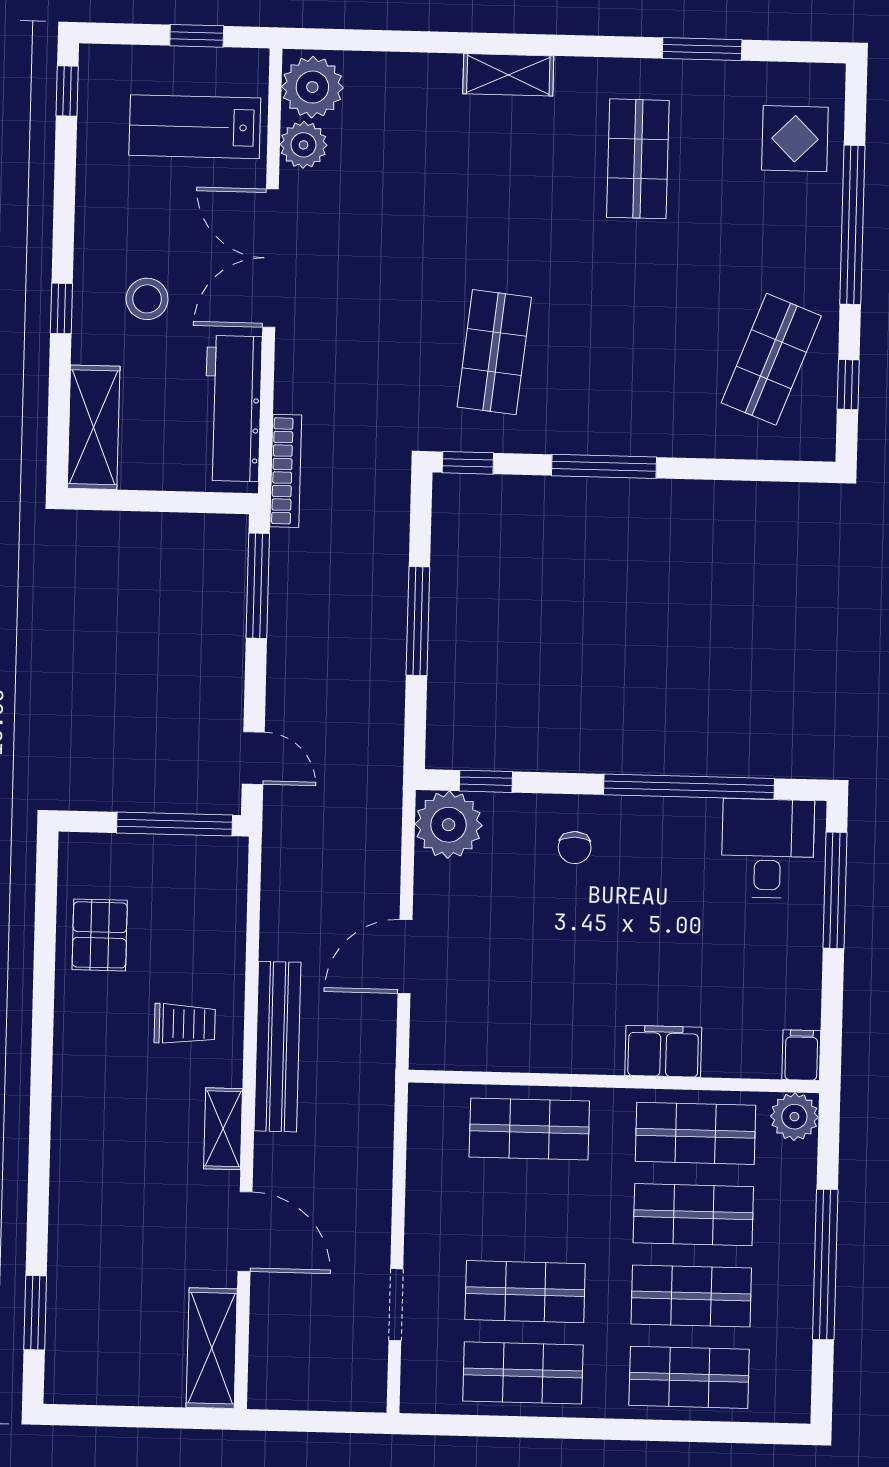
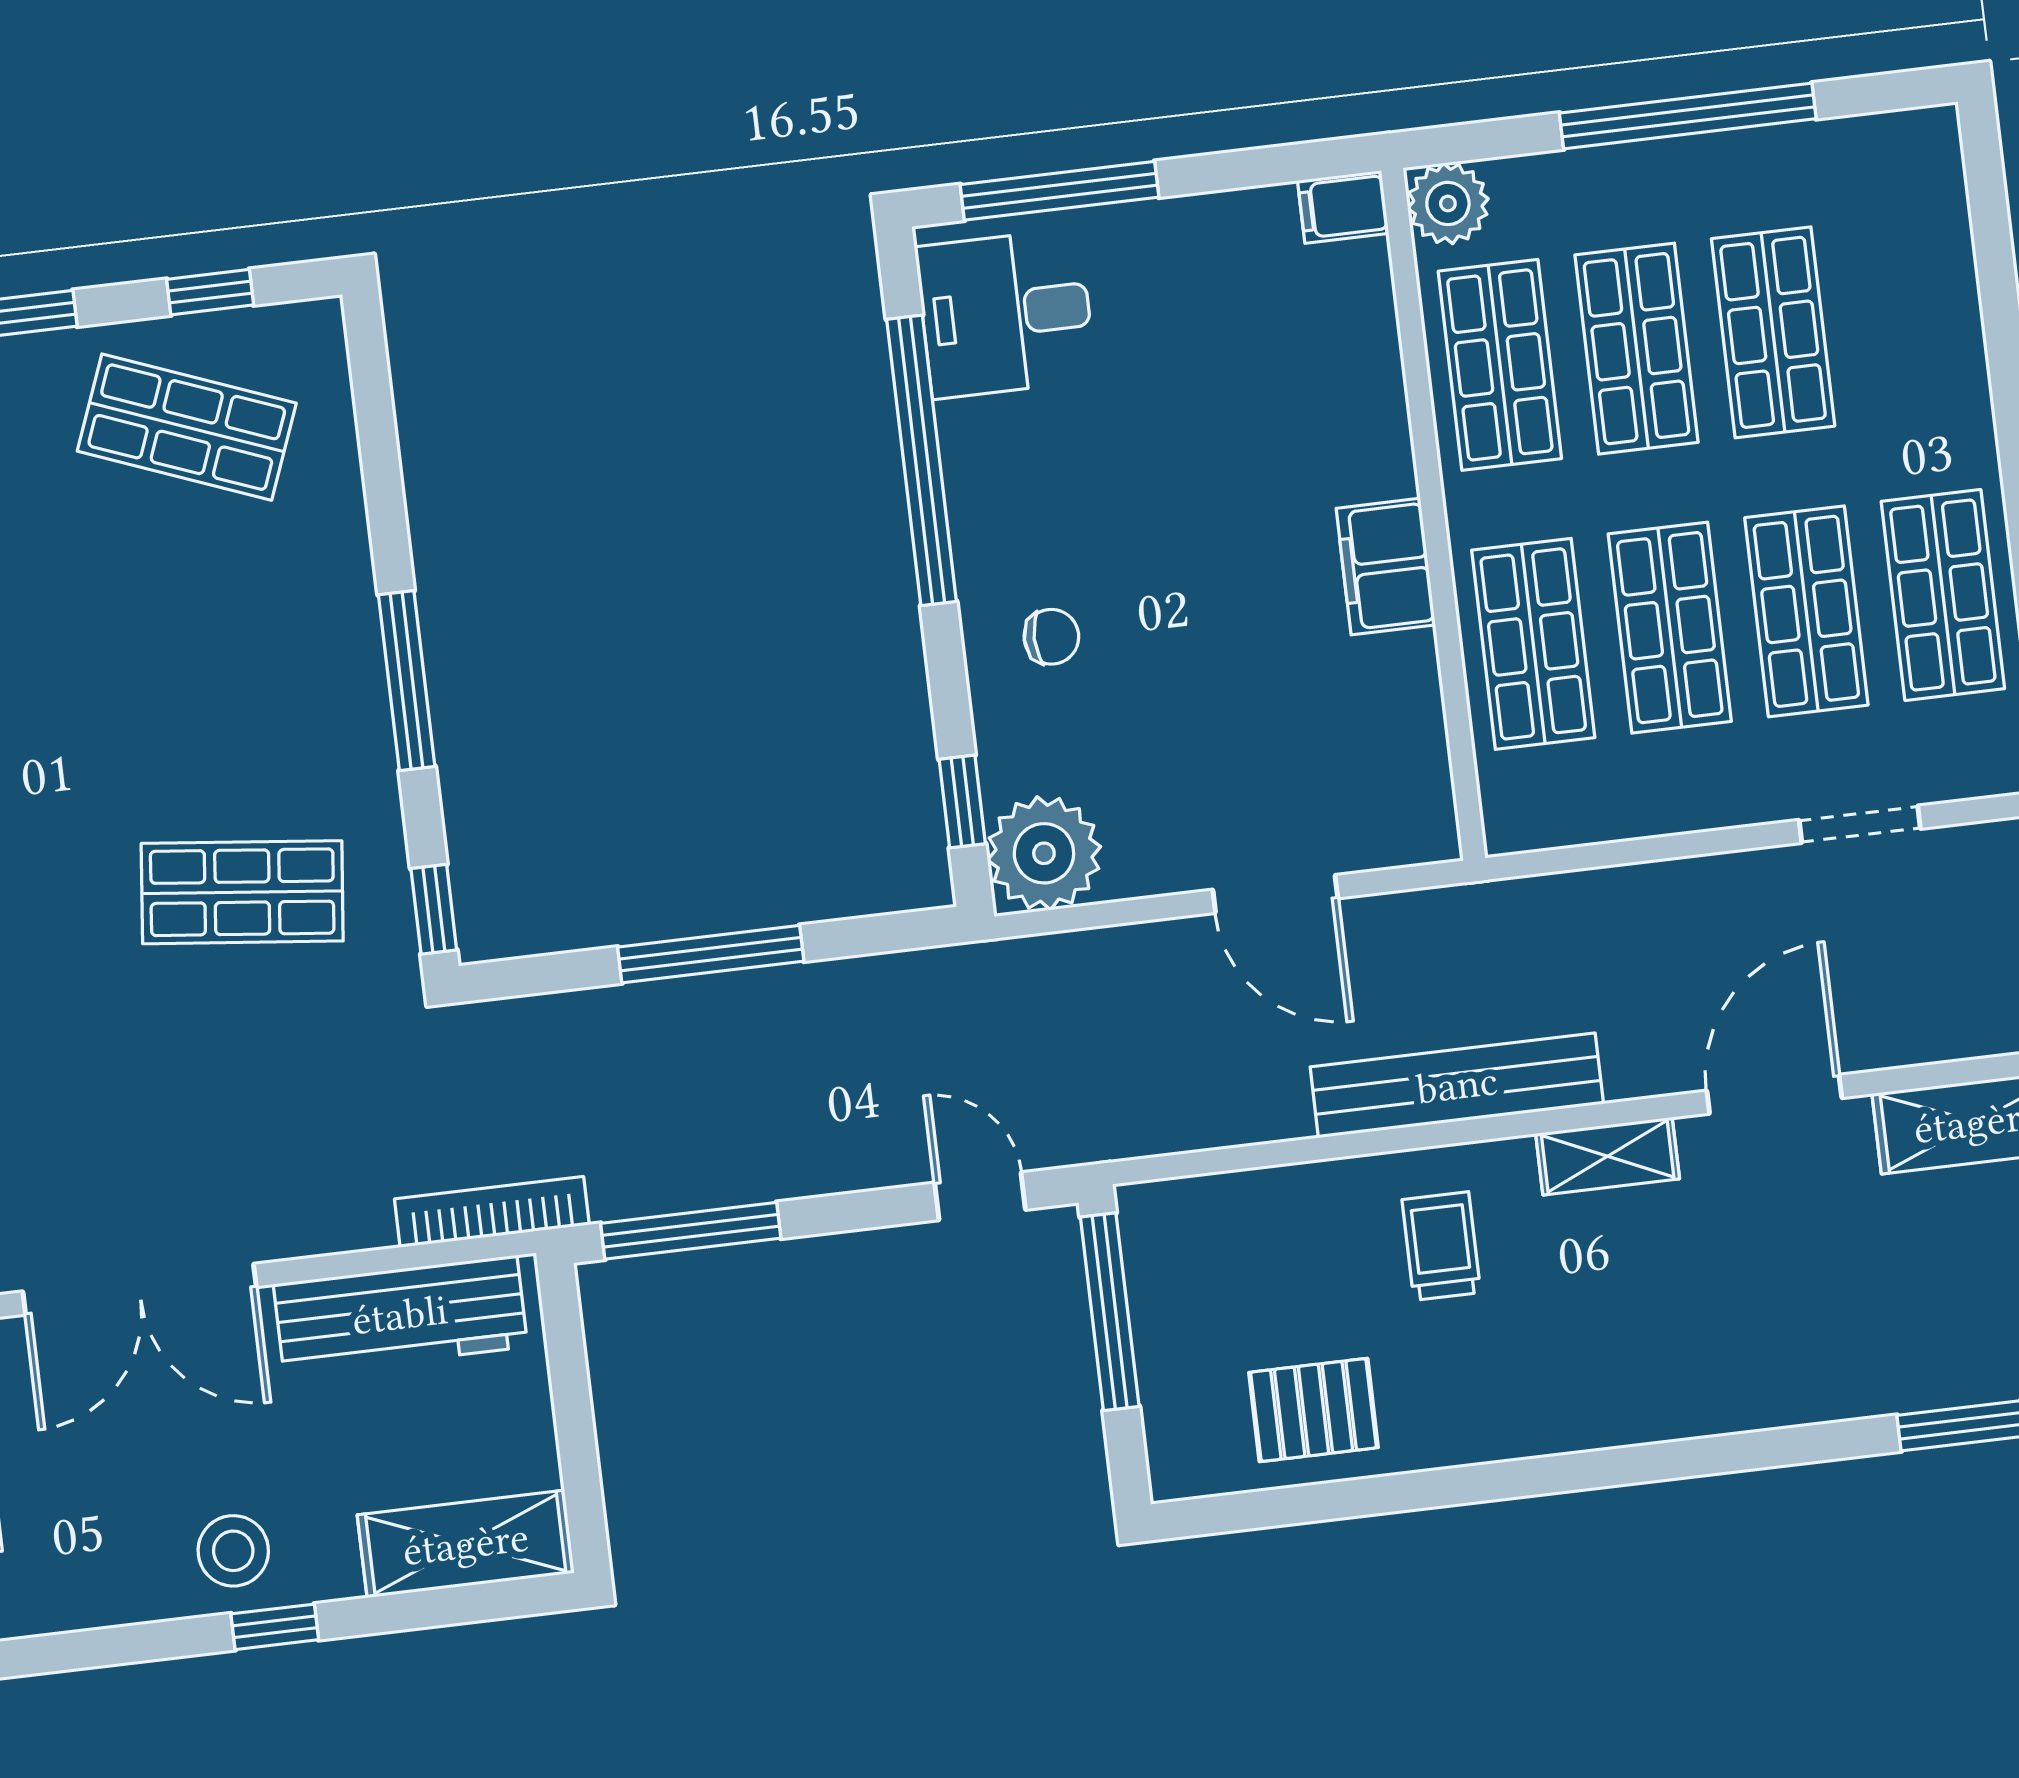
stool: (147, 299) -> (233, 1551), moved
door: (253, 758) -> (980, 1196), hinge flipped
filing cabinet: (663, 1051) -> (1386, 567), moved
shop shelf: (689, 1377) -> (1670, 628), moved

